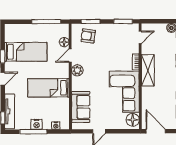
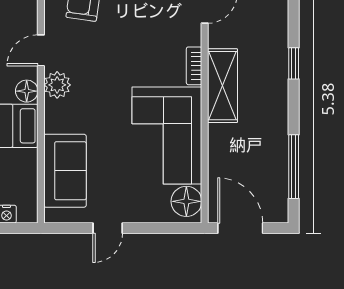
floor lamp: (64, 42) -> (27, 91), moved

